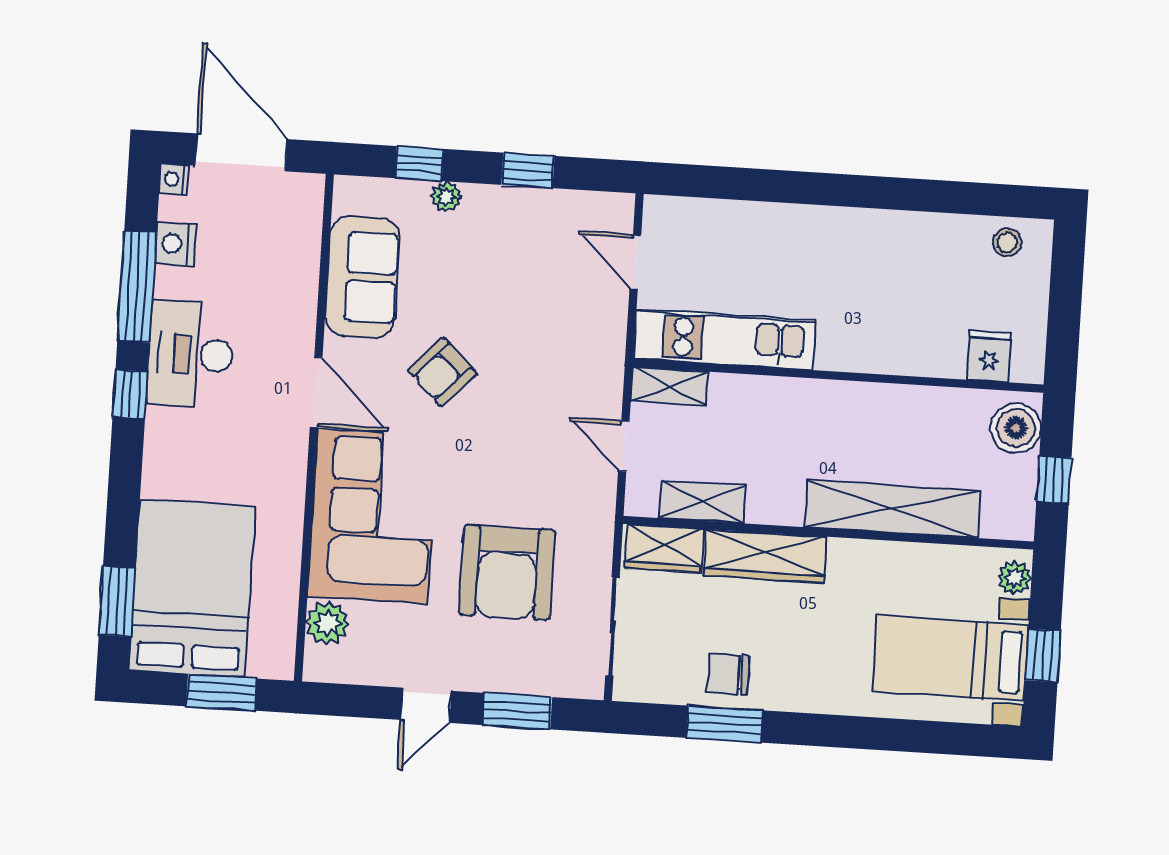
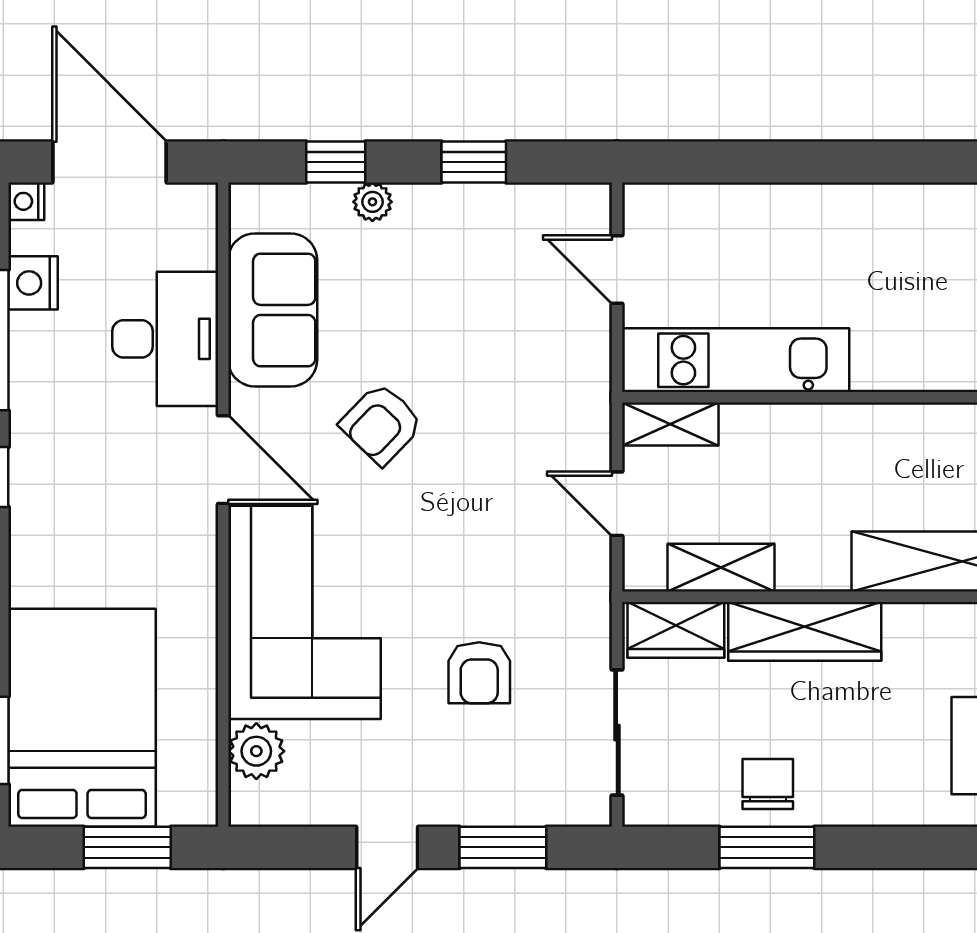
desk: (191, 354) -> (165, 339), moved, turned 180
armchair: (507, 573) -> (479, 673), width x0.53, depth x0.53
chair: (729, 674) -> (768, 784), turned 90

